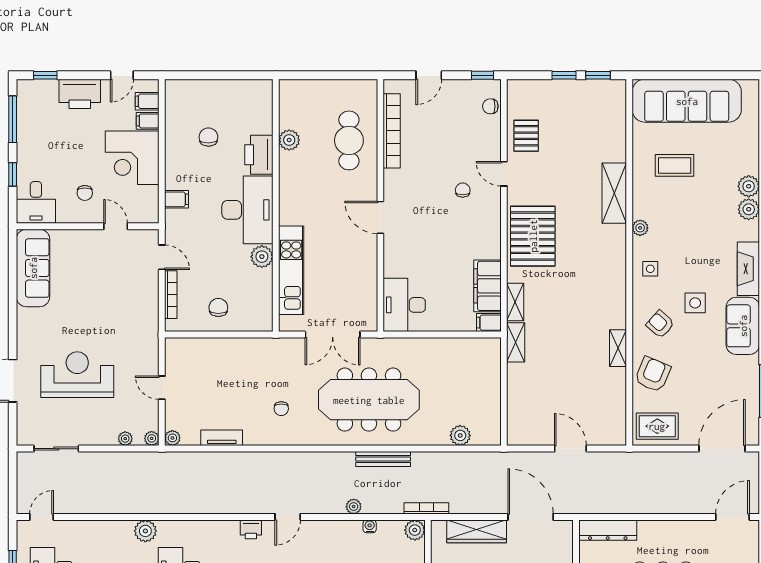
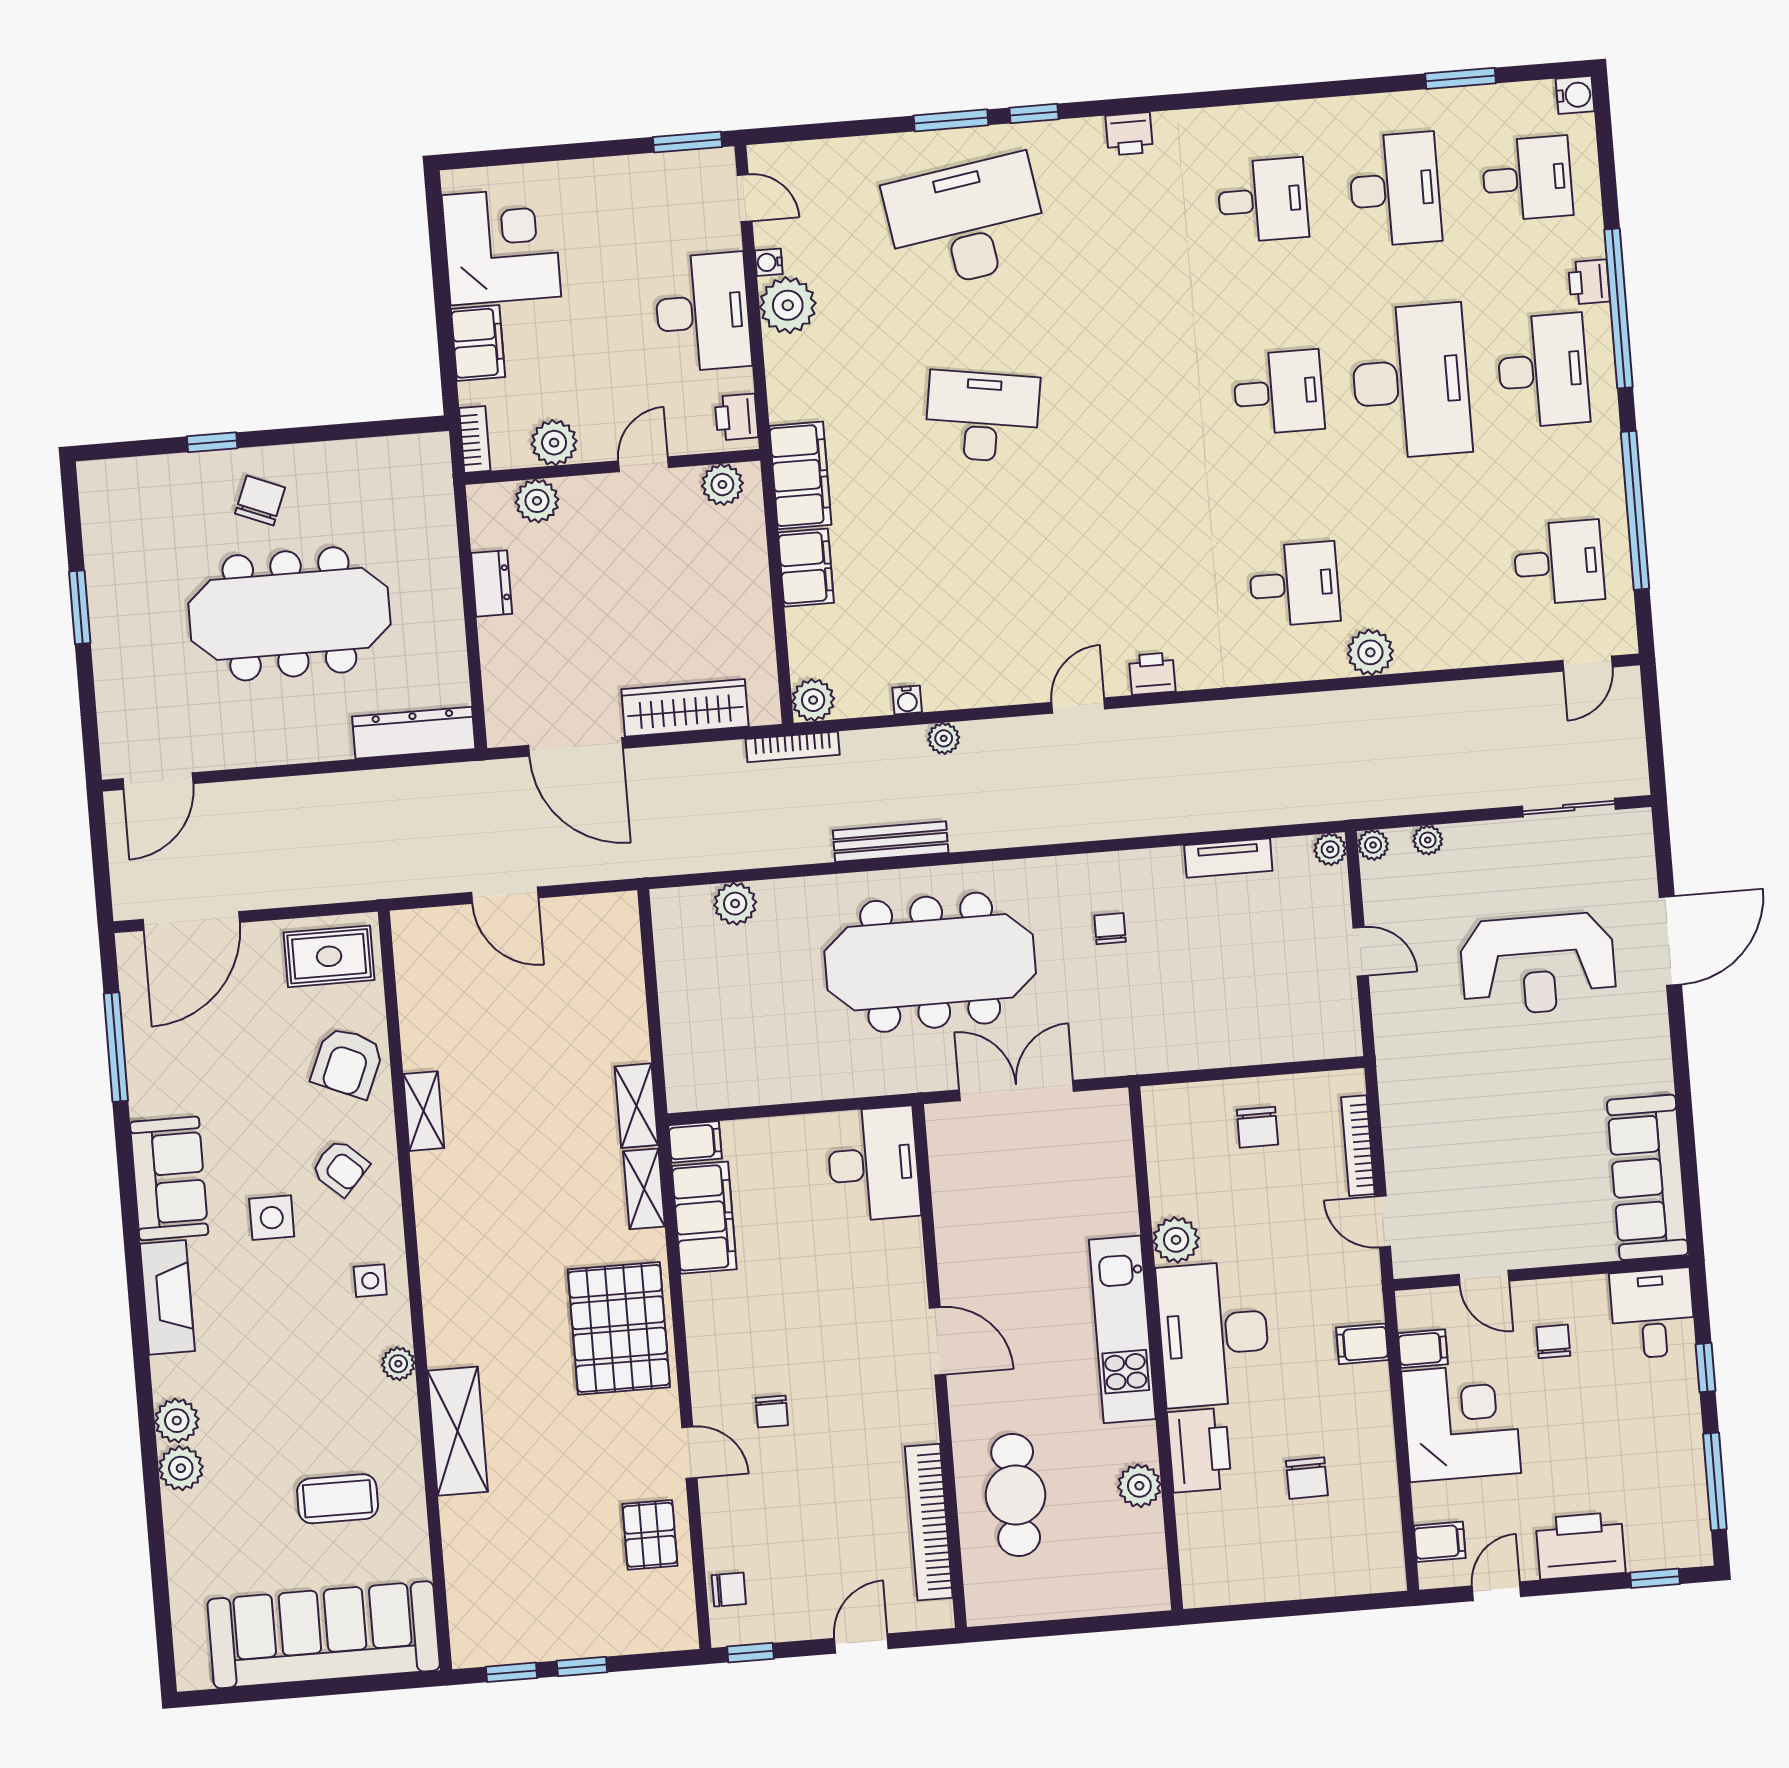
filing cabinet: (148, 121) -> (1423, 1349), moved
kitchen unit: (291, 270) -> (1122, 1329), moved

